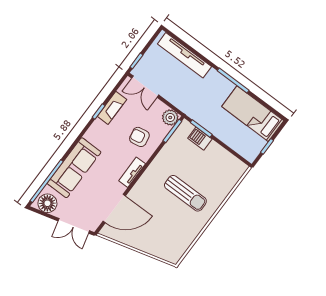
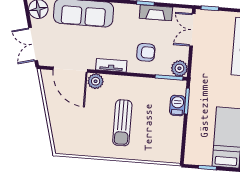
armchair: (139, 137) -> (146, 52), turned 100
plant: (137, 194) -> (96, 81), added

